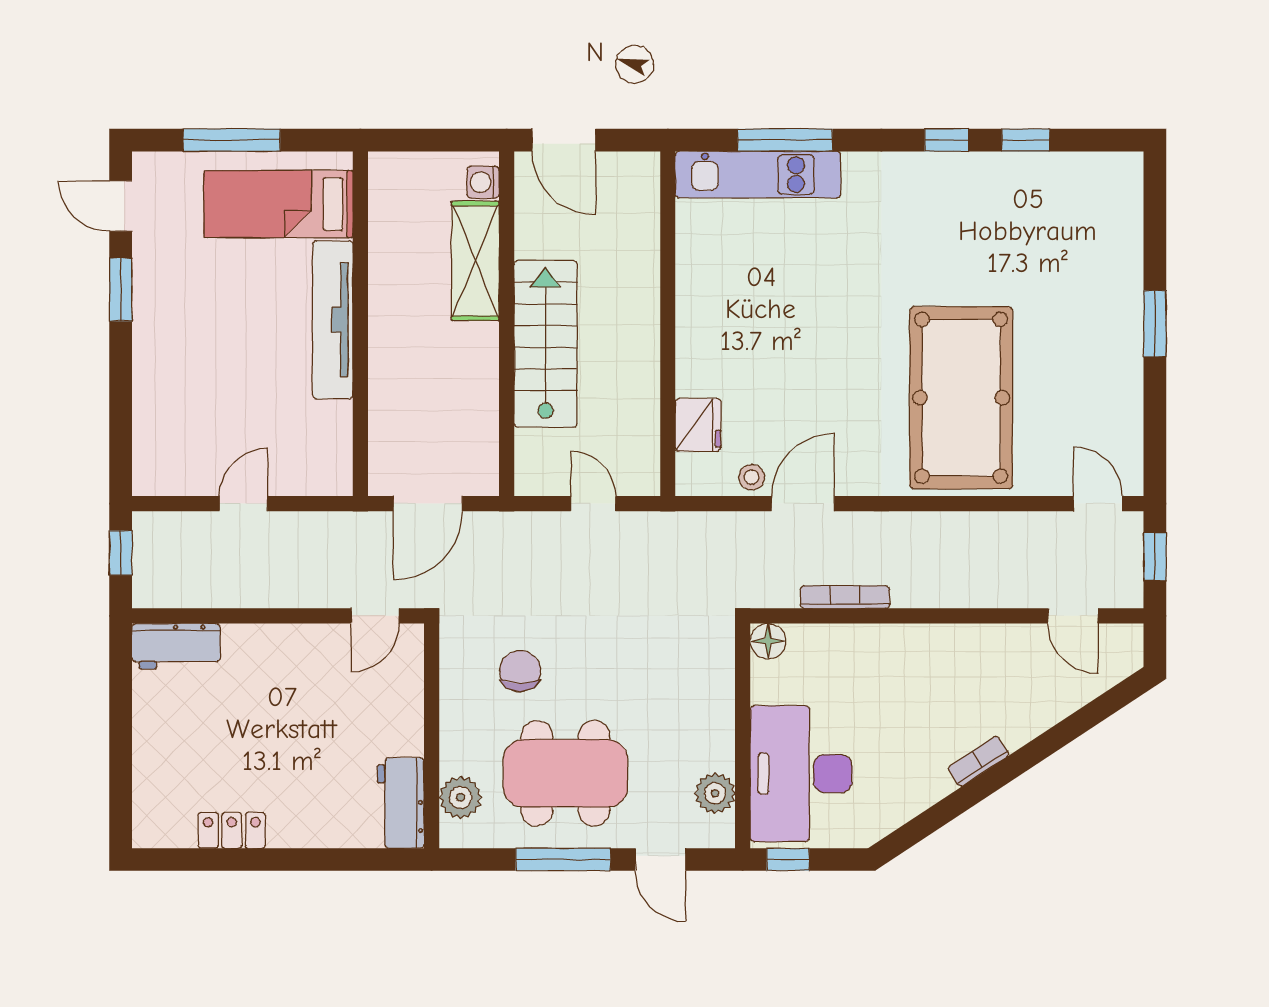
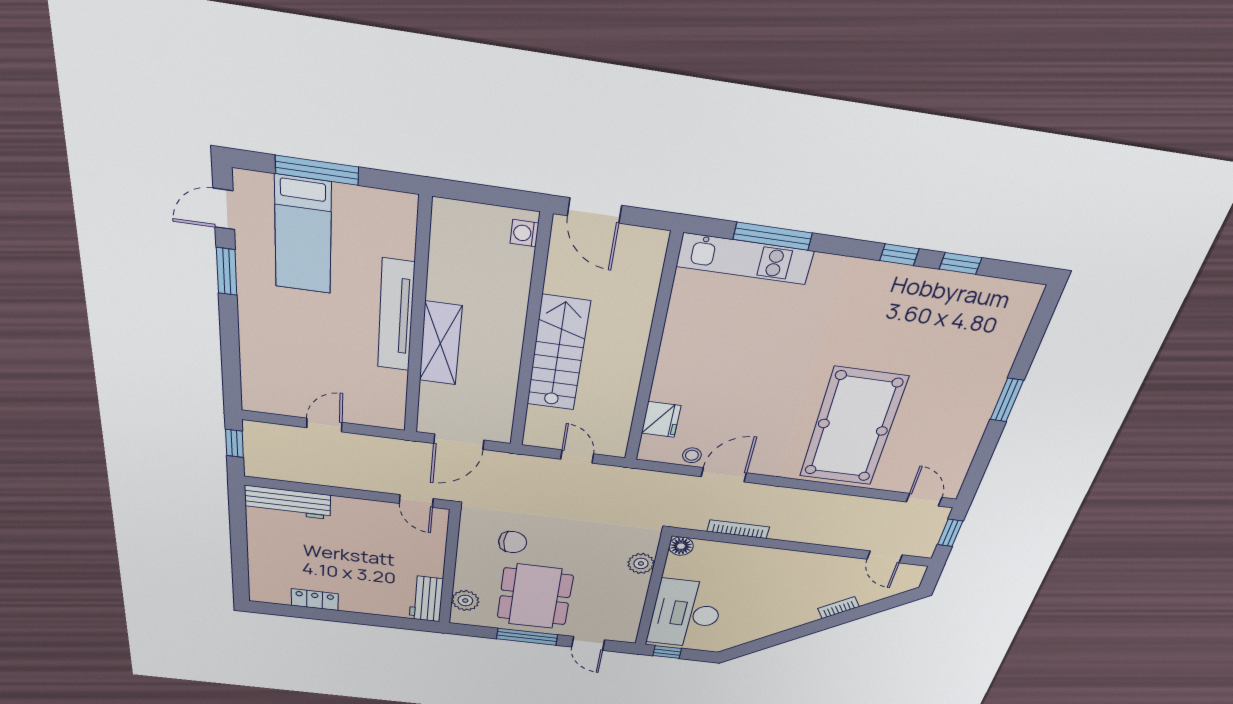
bed: (278, 204) -> (303, 235), moved, turned -90
door: (121, 206) -> (224, 209), hinge flipped
shelving: (475, 261) -> (440, 343), moved
door: (375, 616) -> (416, 501), hinge flipped
workbench: (176, 646) -> (288, 502), width x1.38
chair: (520, 671) -> (513, 542), turned 90
bookcase: (979, 761) -> (838, 608), moved
dining table: (566, 773) -> (535, 597), turned 90
plant: (715, 793) -> (641, 563), moved

